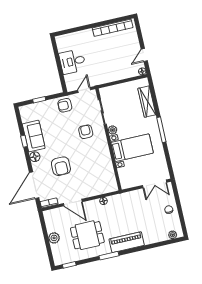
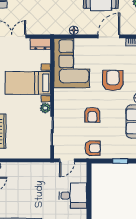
armchair: (86, 132) -> (92, 115), moved
corner sofa: (99, 173) -> (72, 63), added
dresser: (129, 183) -> (40, 44), added
door: (73, 203) -> (109, 36), hinge flipped

